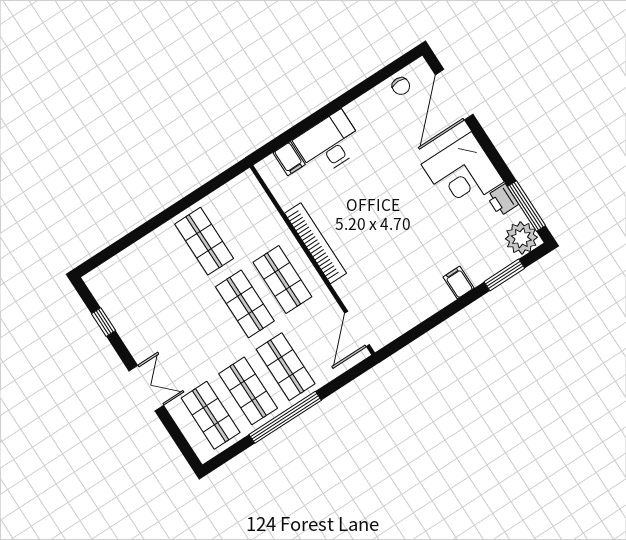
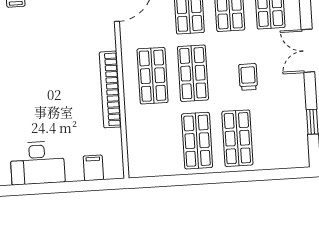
desk: (329, 144) -> (37, 163), moved
shop shelf: (167, 266) -> (237, 138), added
trolley: (190, 330) -> (248, 77), added

